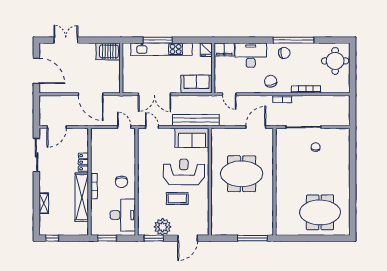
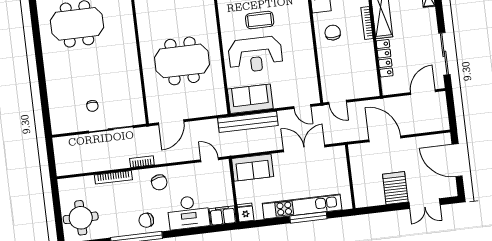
server rack: (108, 51) -> (395, 188), moved, turned -90
locker: (83, 162) -> (385, 58), width x1.53

